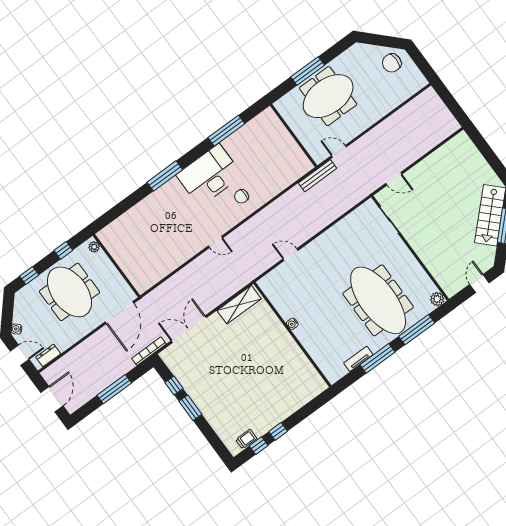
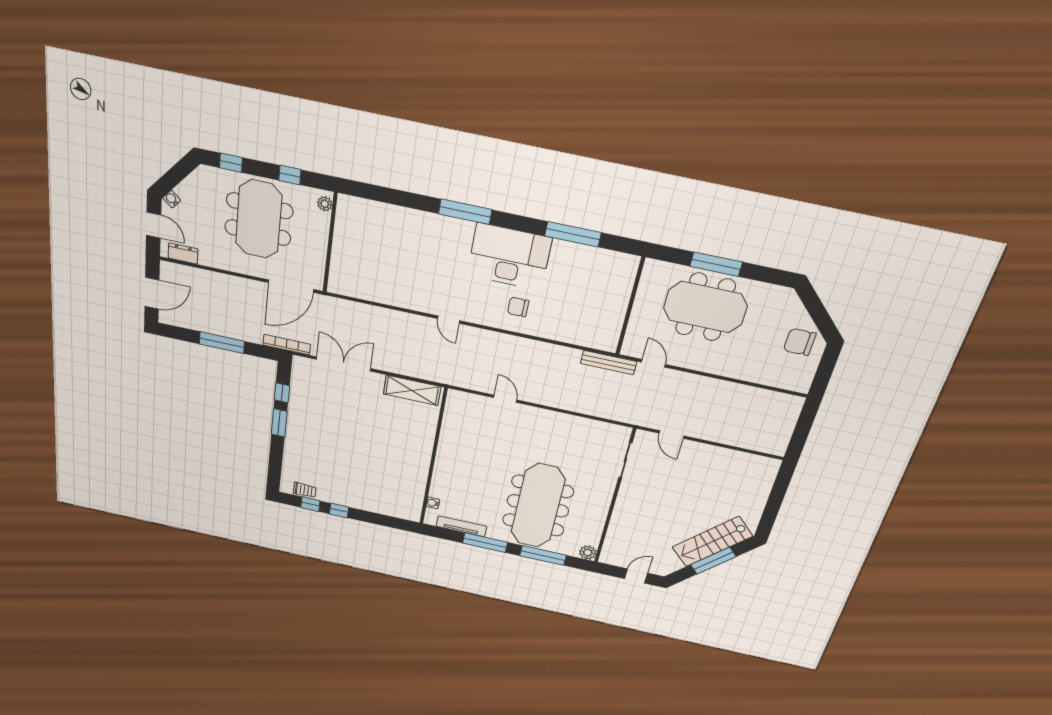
water cooler: (292, 324) -> (433, 503), moved
tv unit: (358, 359) -> (461, 526), width x1.41

